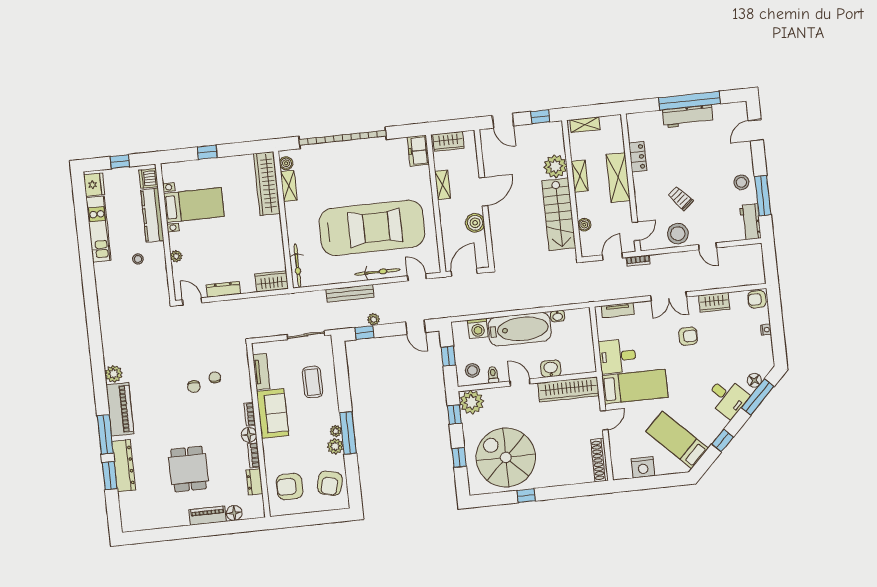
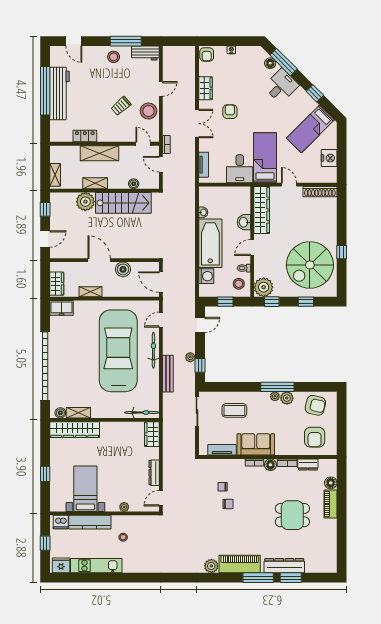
workbench: (688, 116) -> (60, 93), width x1.36, depth x1.32

